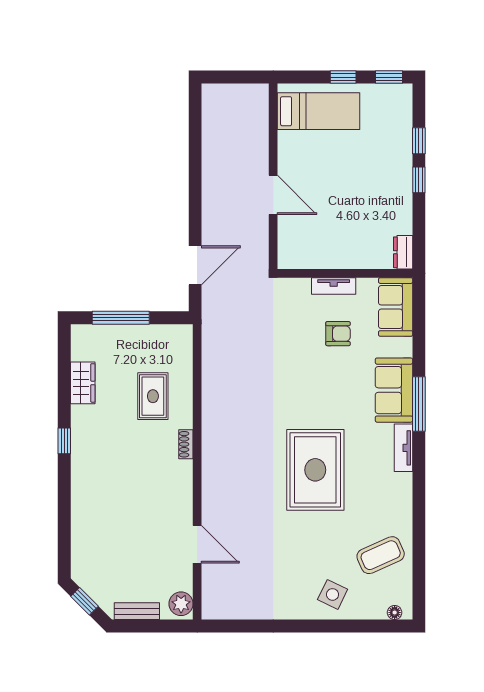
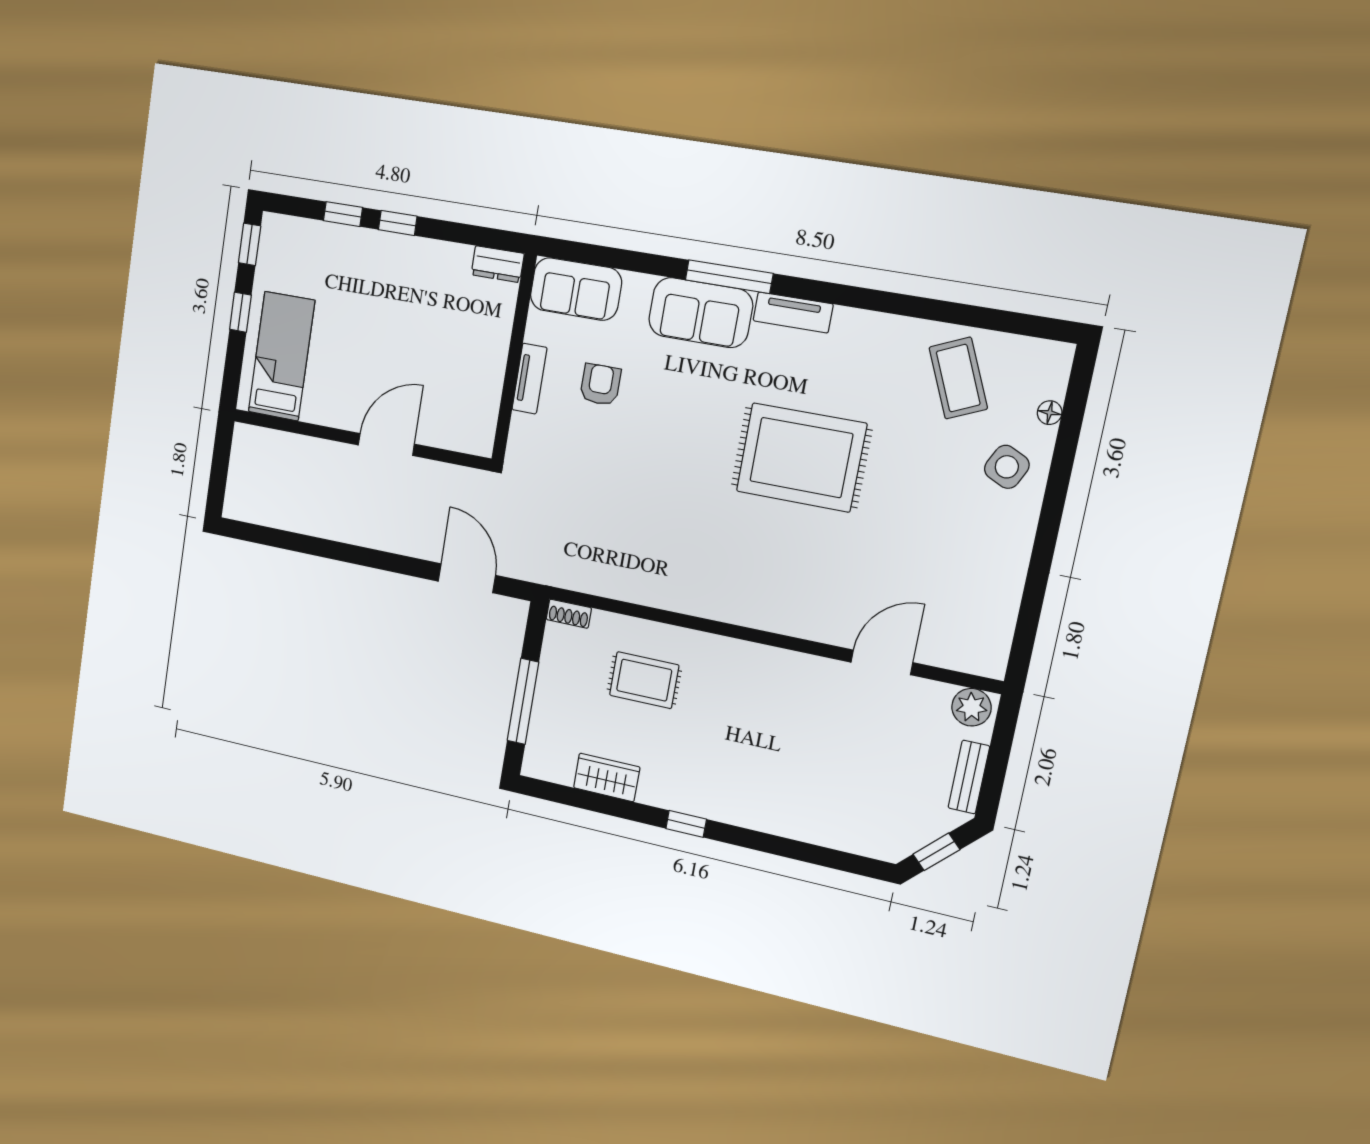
shoe rack: (186, 444) -> (569, 614), moved
floor lamp: (395, 613) -> (1050, 413), moved

